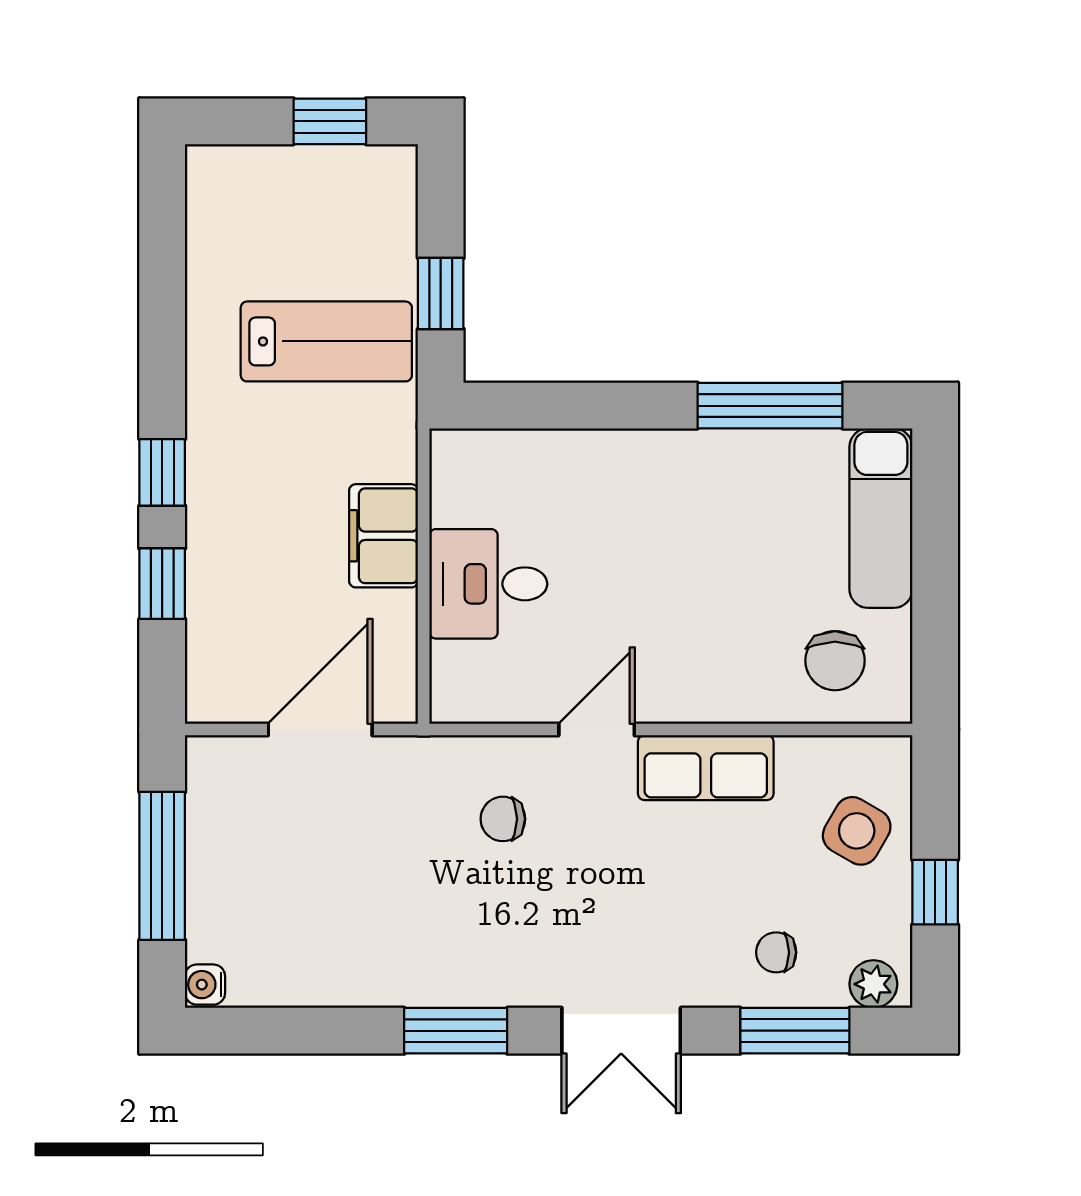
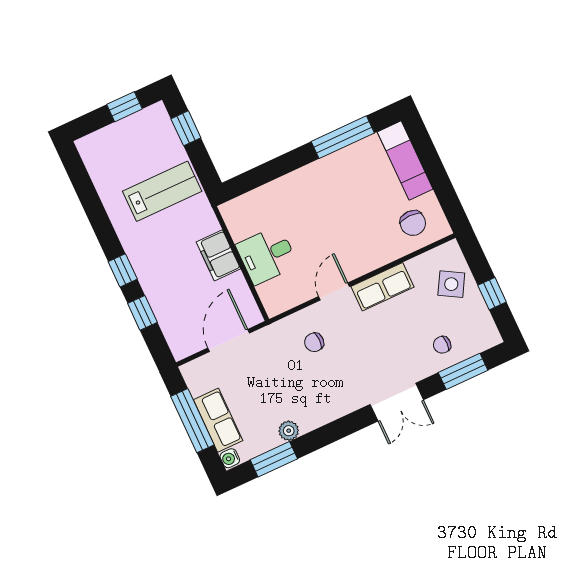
window: (441, 294) -> (186, 128), moved
row of seats: (218, 891) -> (218, 420), added
plant: (873, 984) -> (289, 431), moved
window: (456, 1031) -> (274, 459), moved

